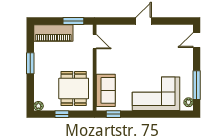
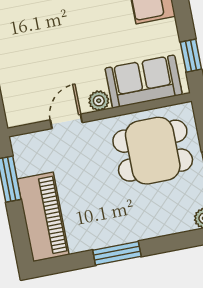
door: (95, 42) -> (66, 121), moved
plant: (101, 68) -> (99, 101), added

